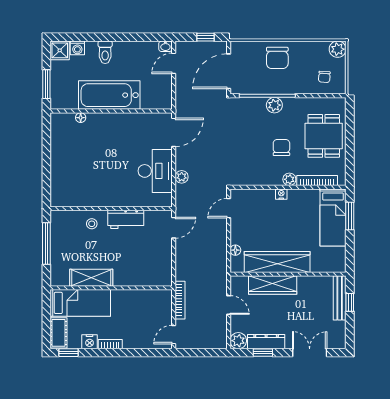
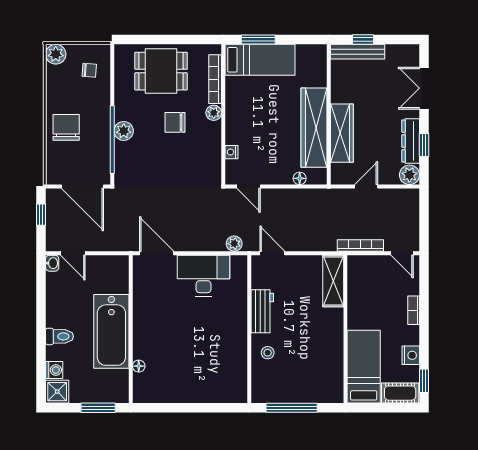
chair: (277, 58) -> (66, 127), turned -90
plant: (182, 177) -> (234, 244), moved
nightstand: (281, 194) -> (231, 152), moved
shelving: (91, 278) -> (333, 281), moved
bookcase: (110, 344) -> (414, 310), moved

